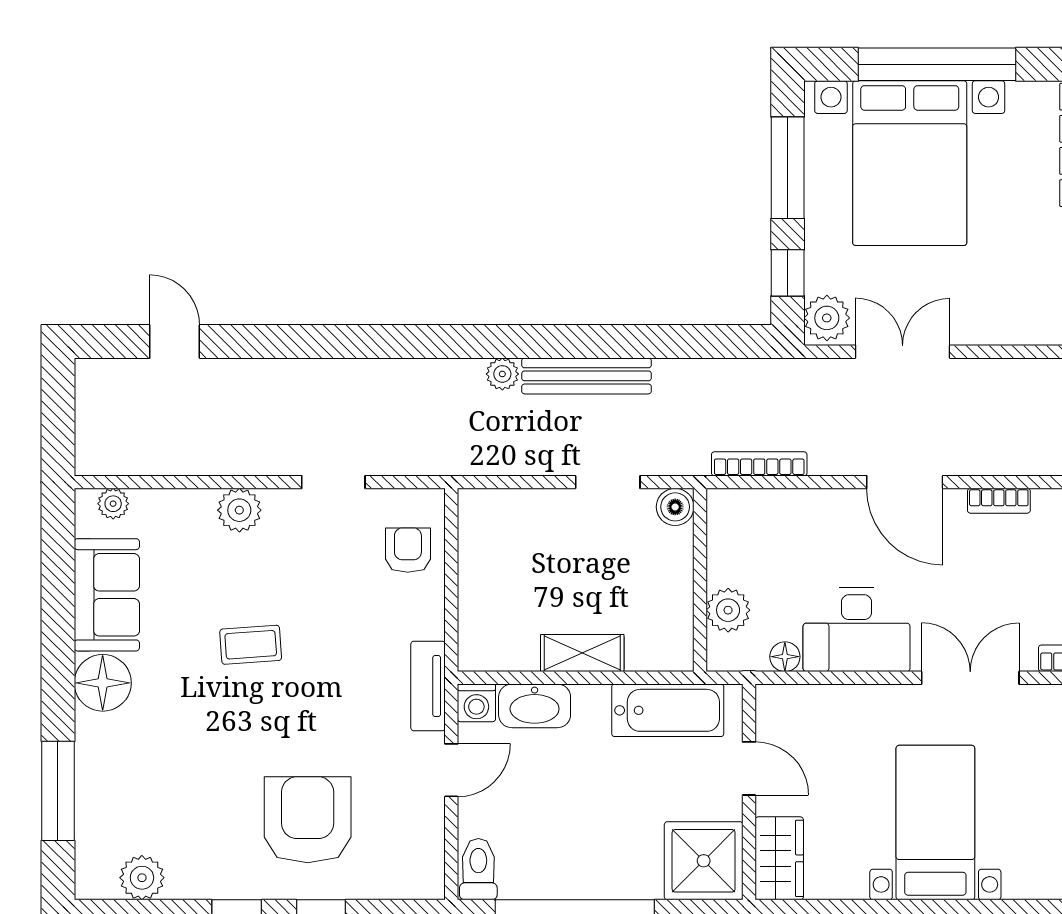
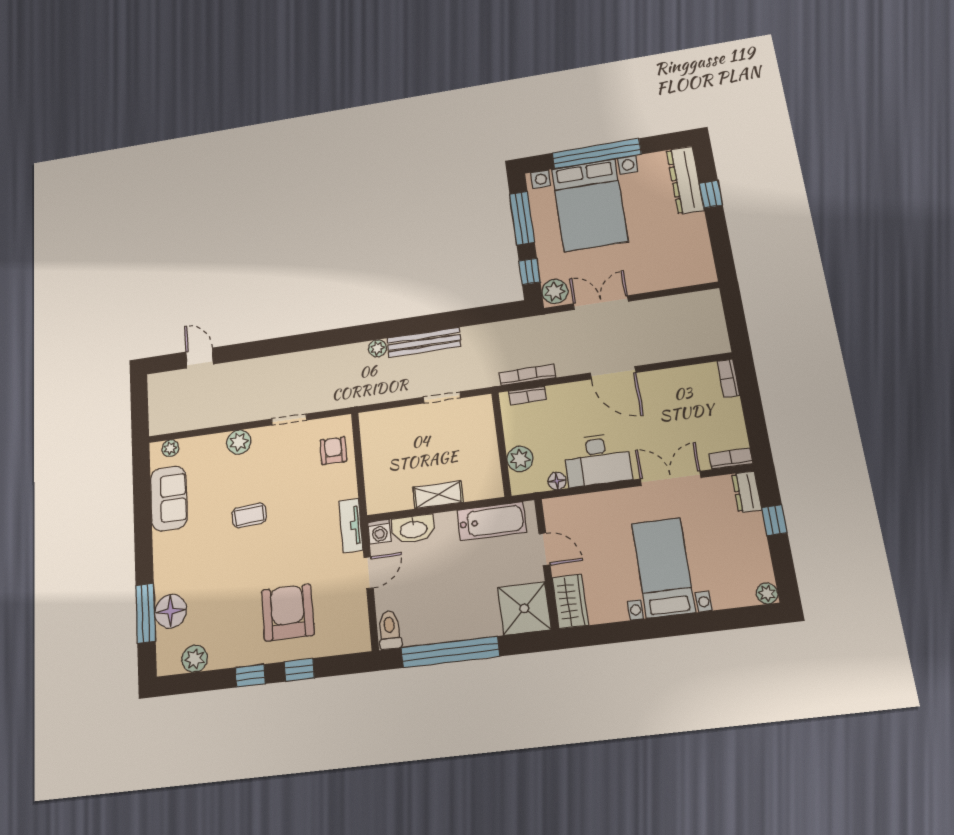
bookcase: (999, 501) -> (528, 396), moved
boiler: (675, 507) -> (482, 406), removed
floor lamp: (103, 683) -> (171, 611), moved

